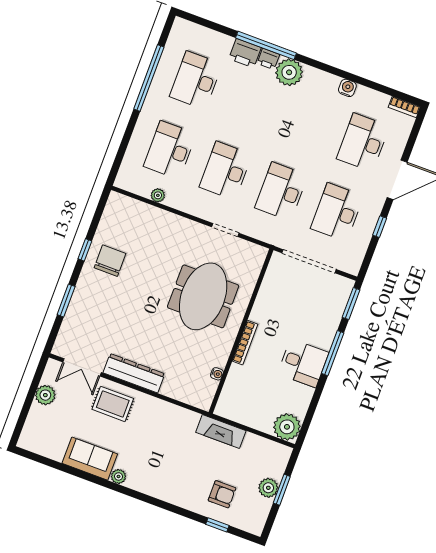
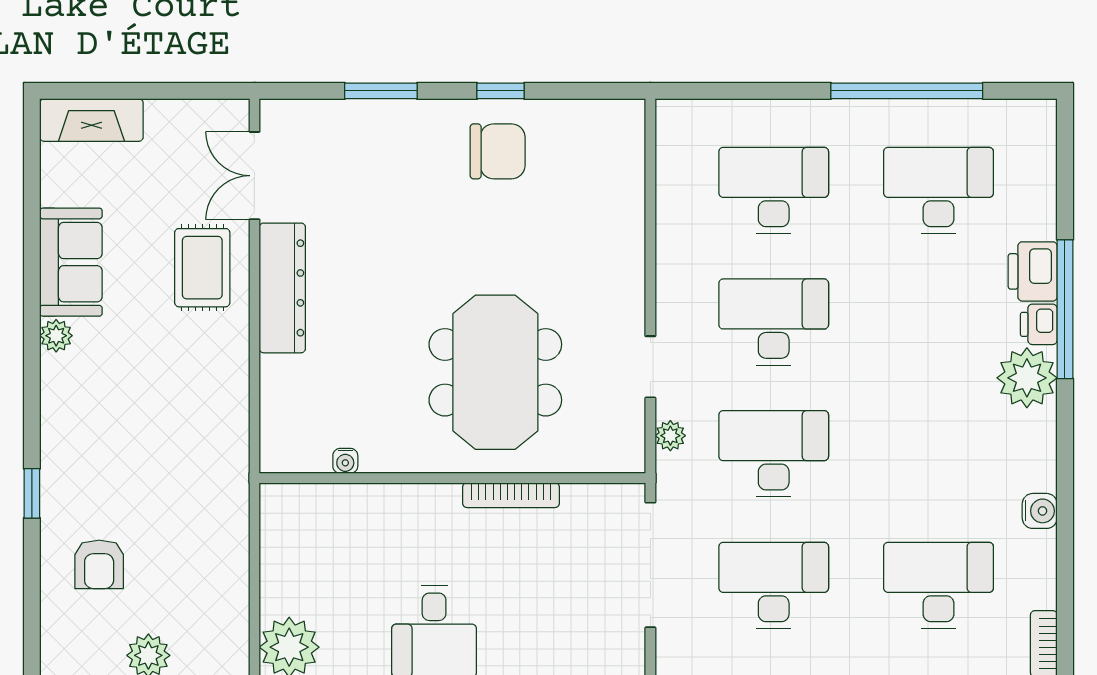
plant: (158, 195) -> (670, 436), moved
meeting table: (203, 296) -> (495, 372), turned 90
bookcase: (245, 343) -> (511, 495), moved
plant: (45, 395) -> (169, 121), removed
fireplace: (221, 432) -> (91, 120), moved, turned -90
window: (217, 525) -> (32, 493), moved

